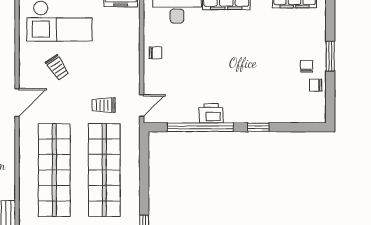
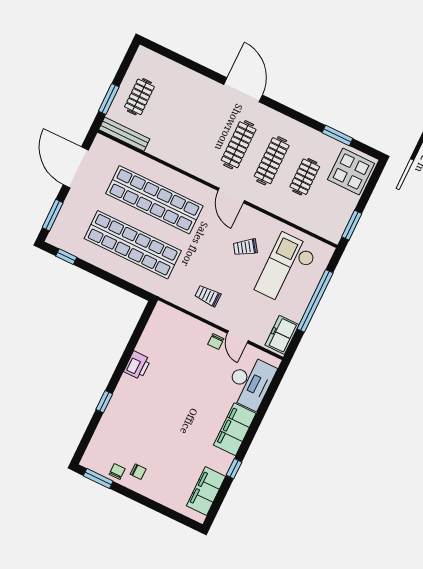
window: (330, 56) -> (98, 478), moved
trolley: (104, 105) -> (208, 296), moved, turned -90
door: (142, 105) -> (238, 337), moved
window: (200, 127) -> (129, 350), removed

